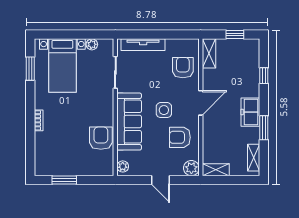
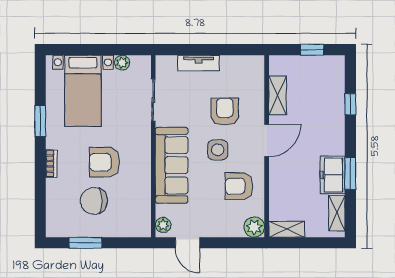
tv unit: (143, 45) -> (198, 63), width x0.71
shelving: (209, 53) -> (278, 95), moved
armchair: (183, 68) -> (225, 112), moved
window: (30, 69) -> (40, 121), moved
freezer: (250, 112) -> (333, 175), moved
armchair: (101, 138) -> (104, 162), moved, turned -90
chair: (71, 148) -> (94, 201), added
door: (161, 180) -> (188, 243), moved

